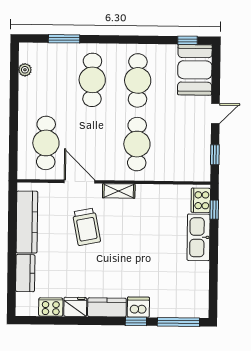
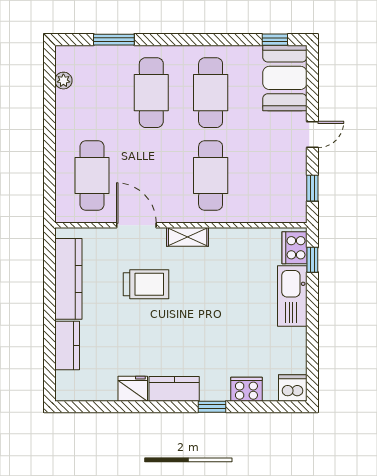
trolley: (86, 227) -> (146, 284), turned -79
cooker: (51, 307) -> (246, 389), moved
dishwasher: (138, 307) -> (293, 388), moved
window: (178, 322) -> (268, 407), removed

